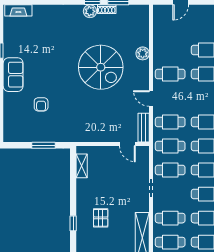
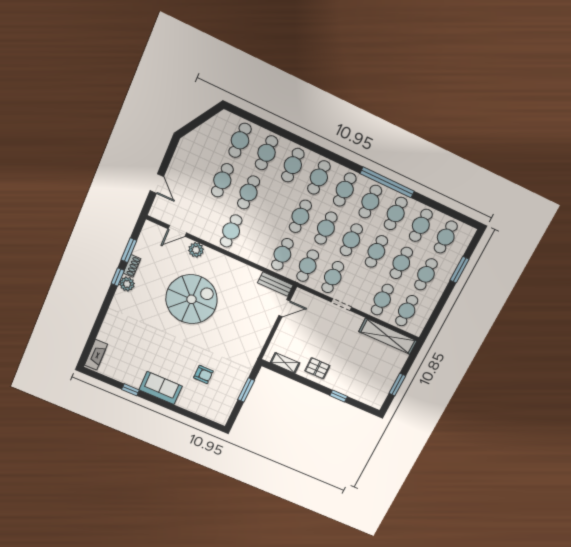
door: (151, 99) -> (177, 231), moved
pallet: (101, 218) -> (317, 368), moved

